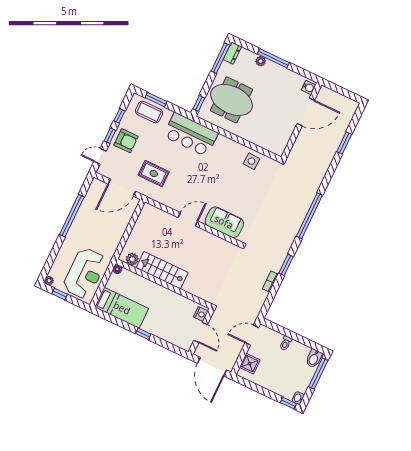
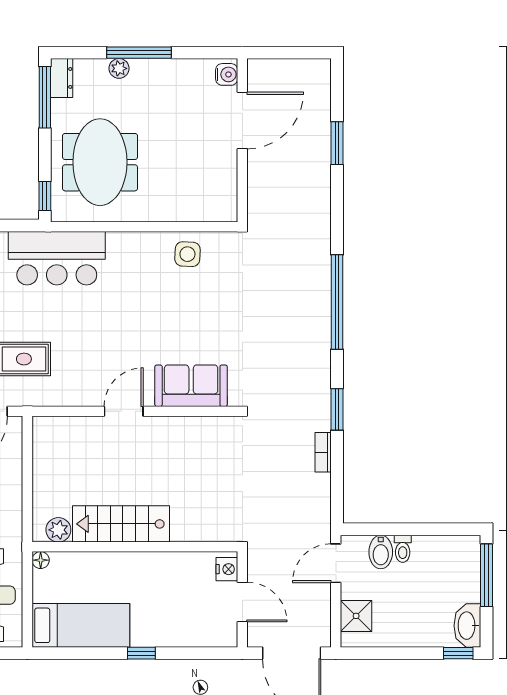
meeting table: (232, 100) -> (100, 162), turned 90
bidet: (314, 358) -> (381, 552), moved
washbasin: (298, 398) -> (467, 626), width x1.91, depth x1.45

